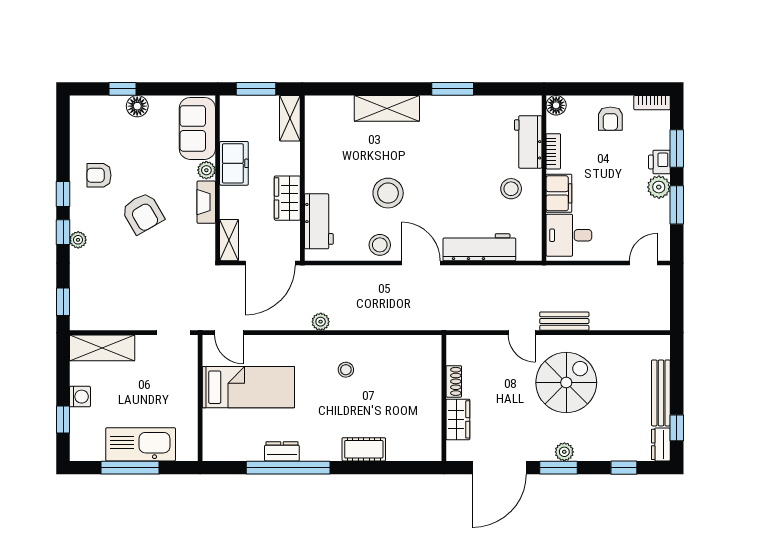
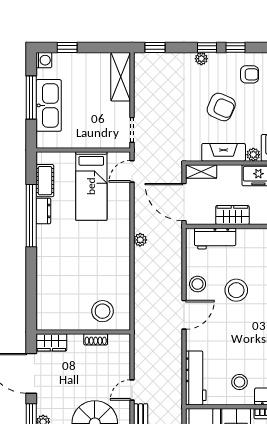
armchair: (99, 175) -> (250, 74), turned 90
fireplace: (206, 202) -> (224, 152), width x1.37, depth x1.32
armchair: (143, 213) -> (221, 107), turned -127
workbench: (479, 247) -> (196, 378), moved
stool: (346, 370) -> (103, 311), moved, width x1.89, depth x1.89
washing machine: (80, 397) -> (44, 60), moved, turned -90
wardrobe: (458, 419) -> (51, 342), moved
cot: (364, 449) -> (45, 181), moved

